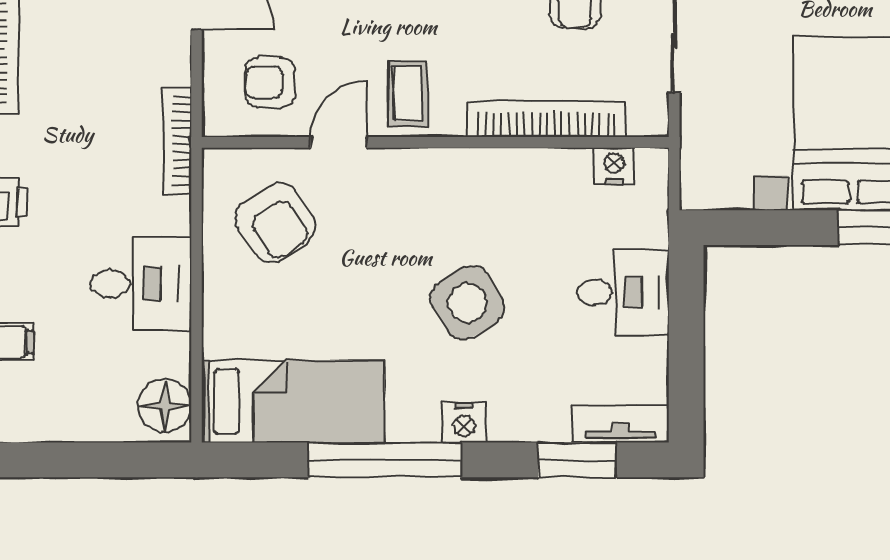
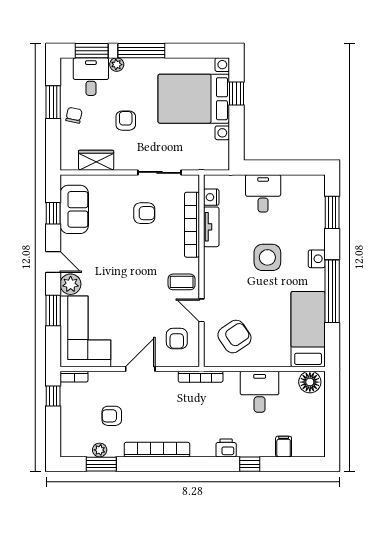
side table: (467, 303) -> (267, 257), turned 31
tv unit: (620, 424) -> (211, 227), moved, turned 180

